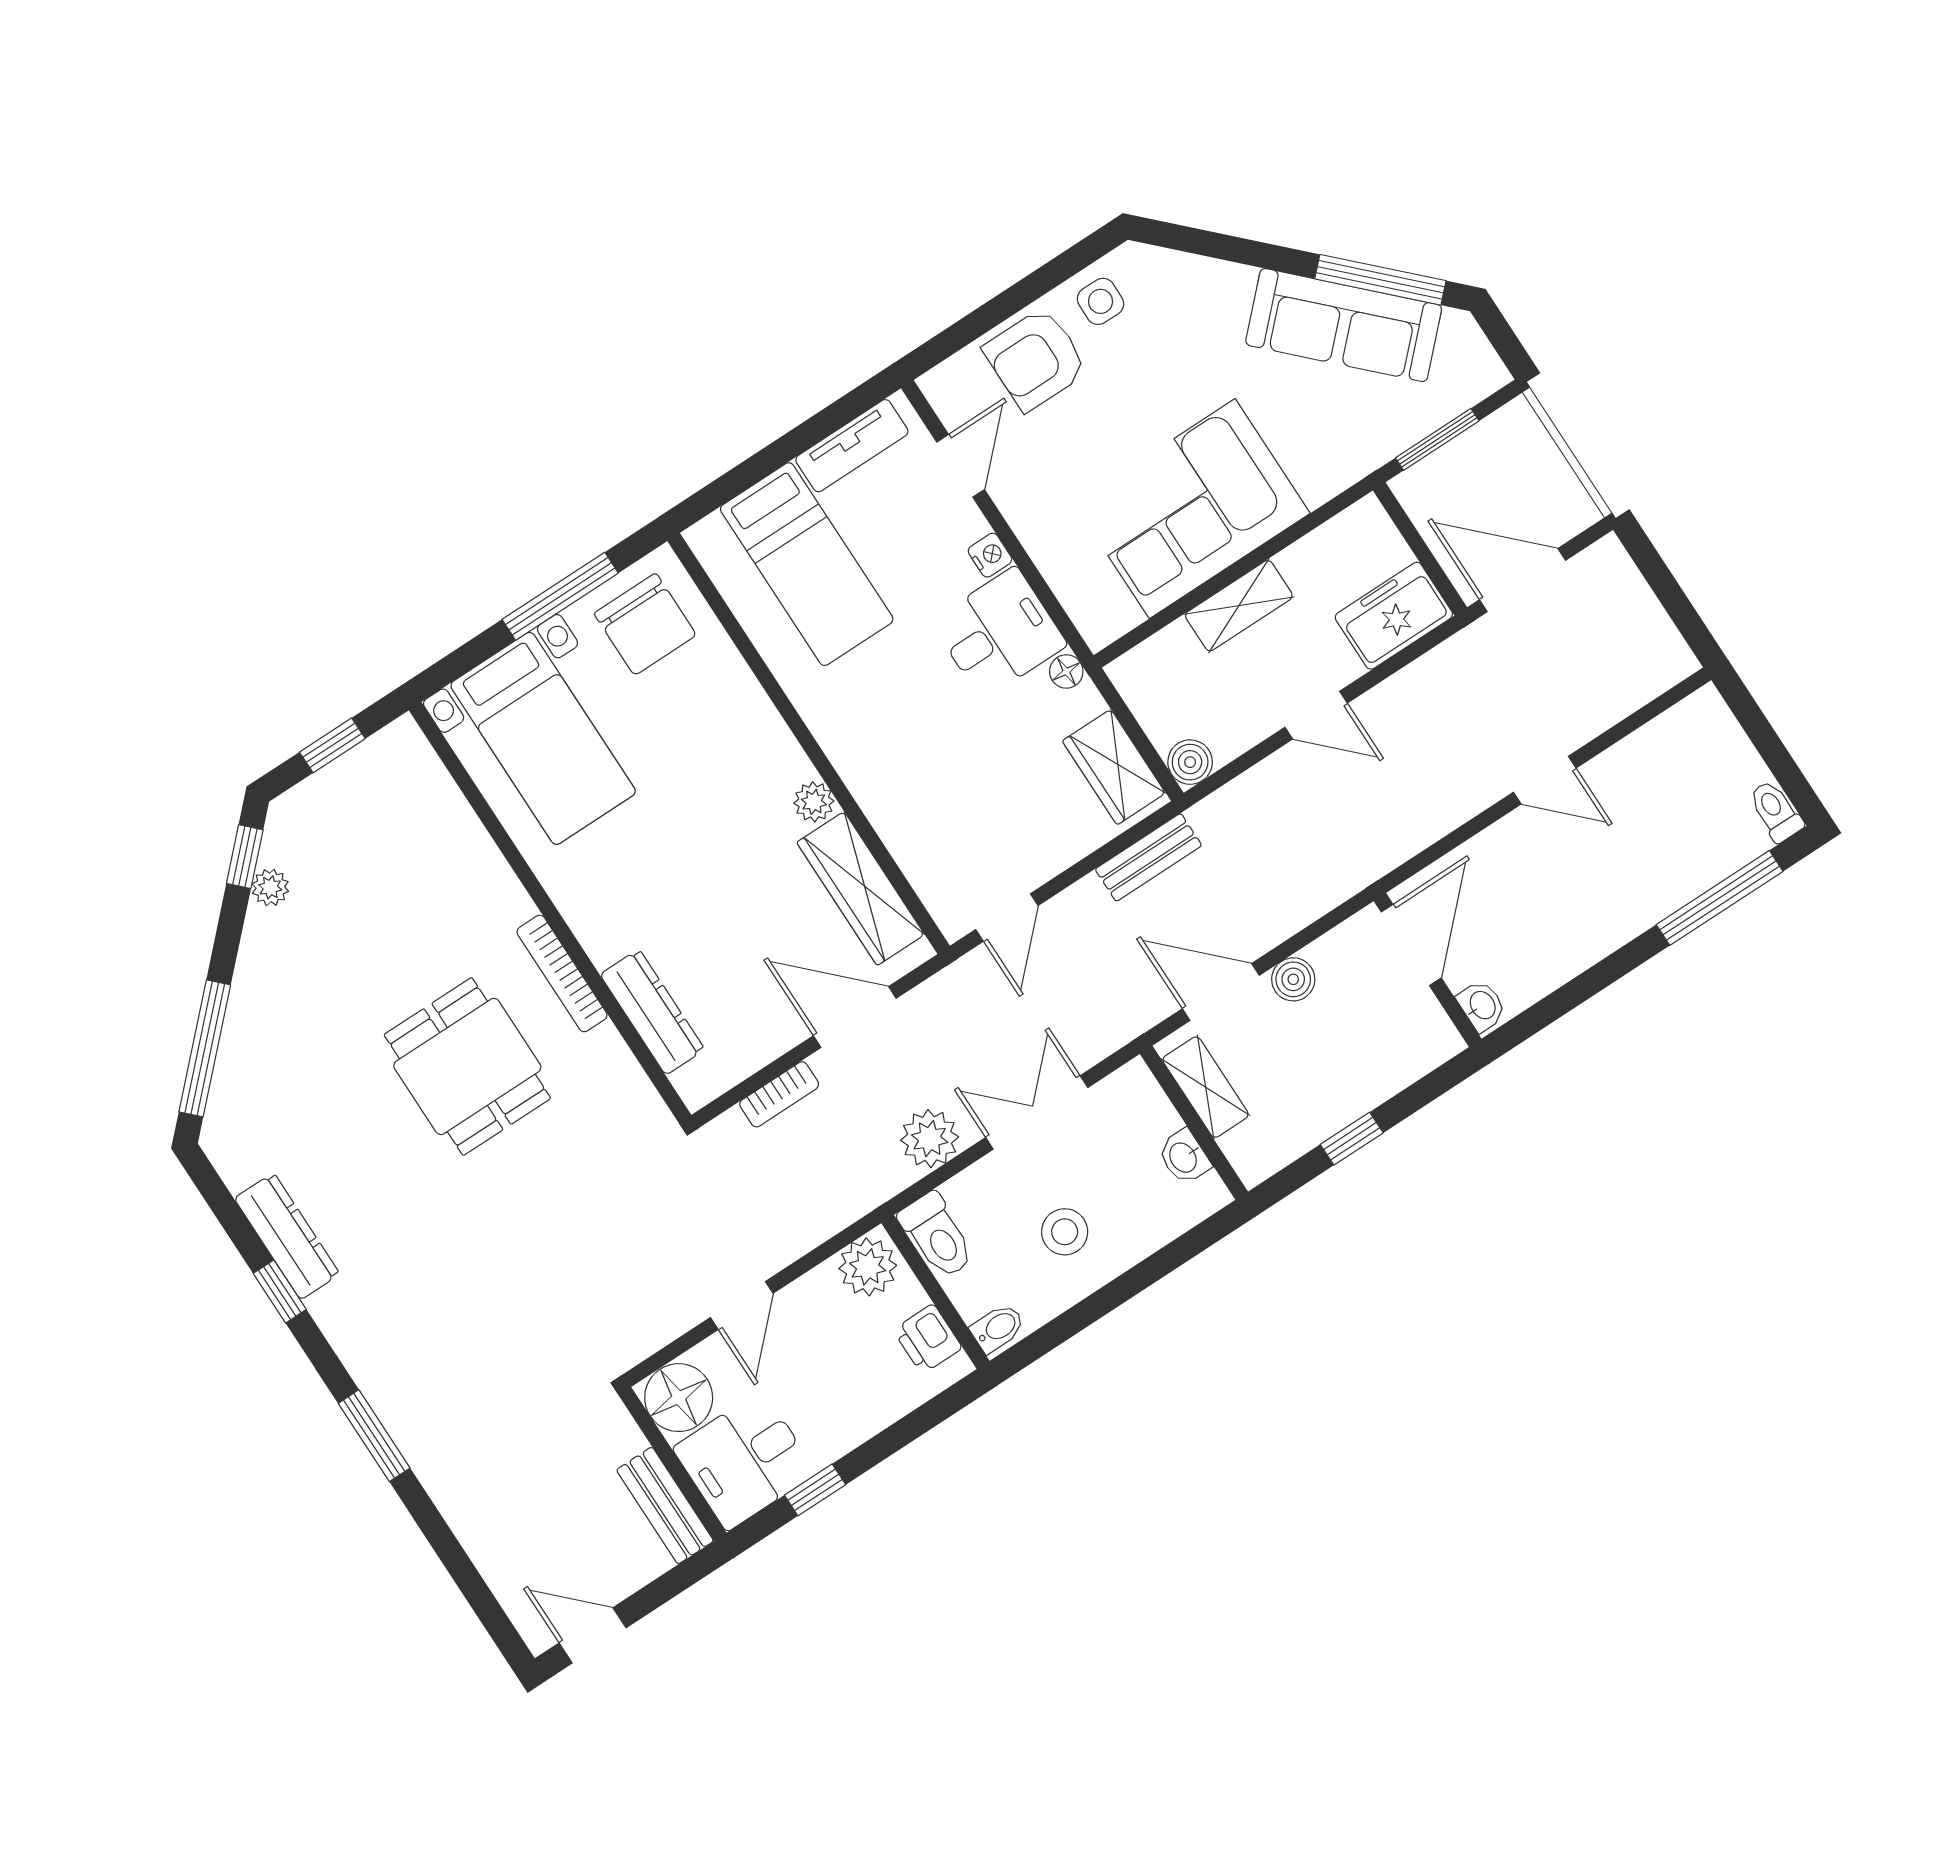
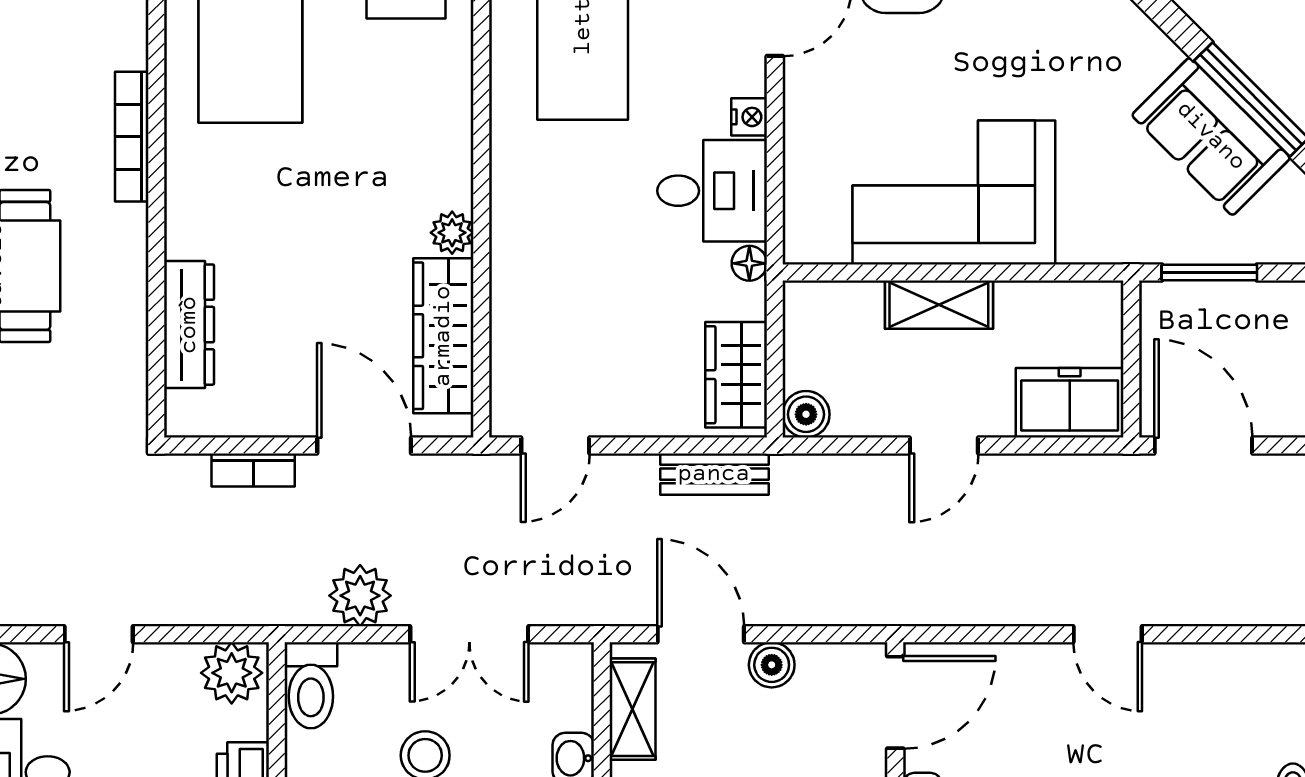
sofa: (1344, 325) -> (1211, 136), width x0.73
door: (1316, 715) -> (944, 446), hinge flipped
bookcase: (562, 973) -> (132, 137), moved
double door: (1037, 1112) -> (469, 634), swing flipped

